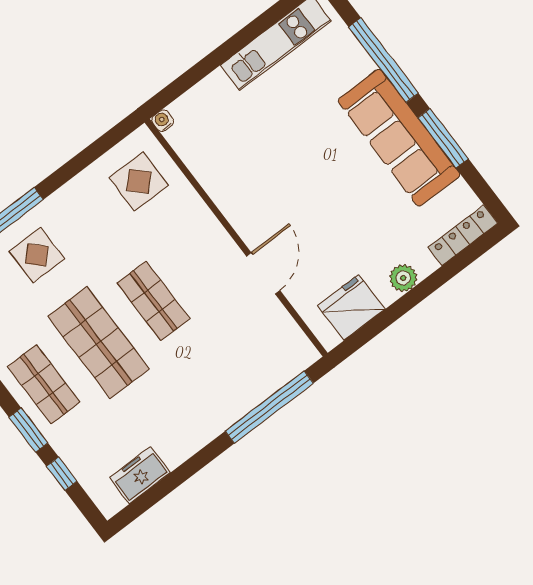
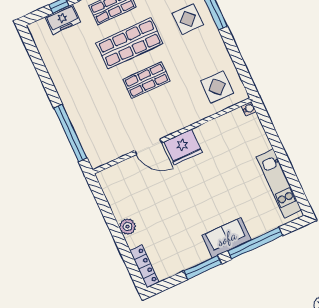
sofa: (399, 138) -> (227, 238), width x0.54, depth x0.79
fridge: (351, 307) -> (183, 147), moved, turned 90
freezer: (140, 475) -> (63, 19), moved, turned 90

